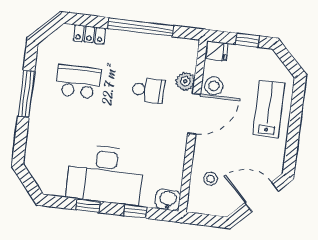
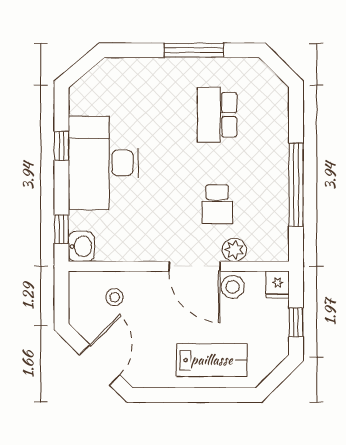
locker: (89, 34) -> (279, 121), removed
school desk: (79, 82) -> (217, 115), turned 180
window: (135, 211) -> (61, 229), moved

